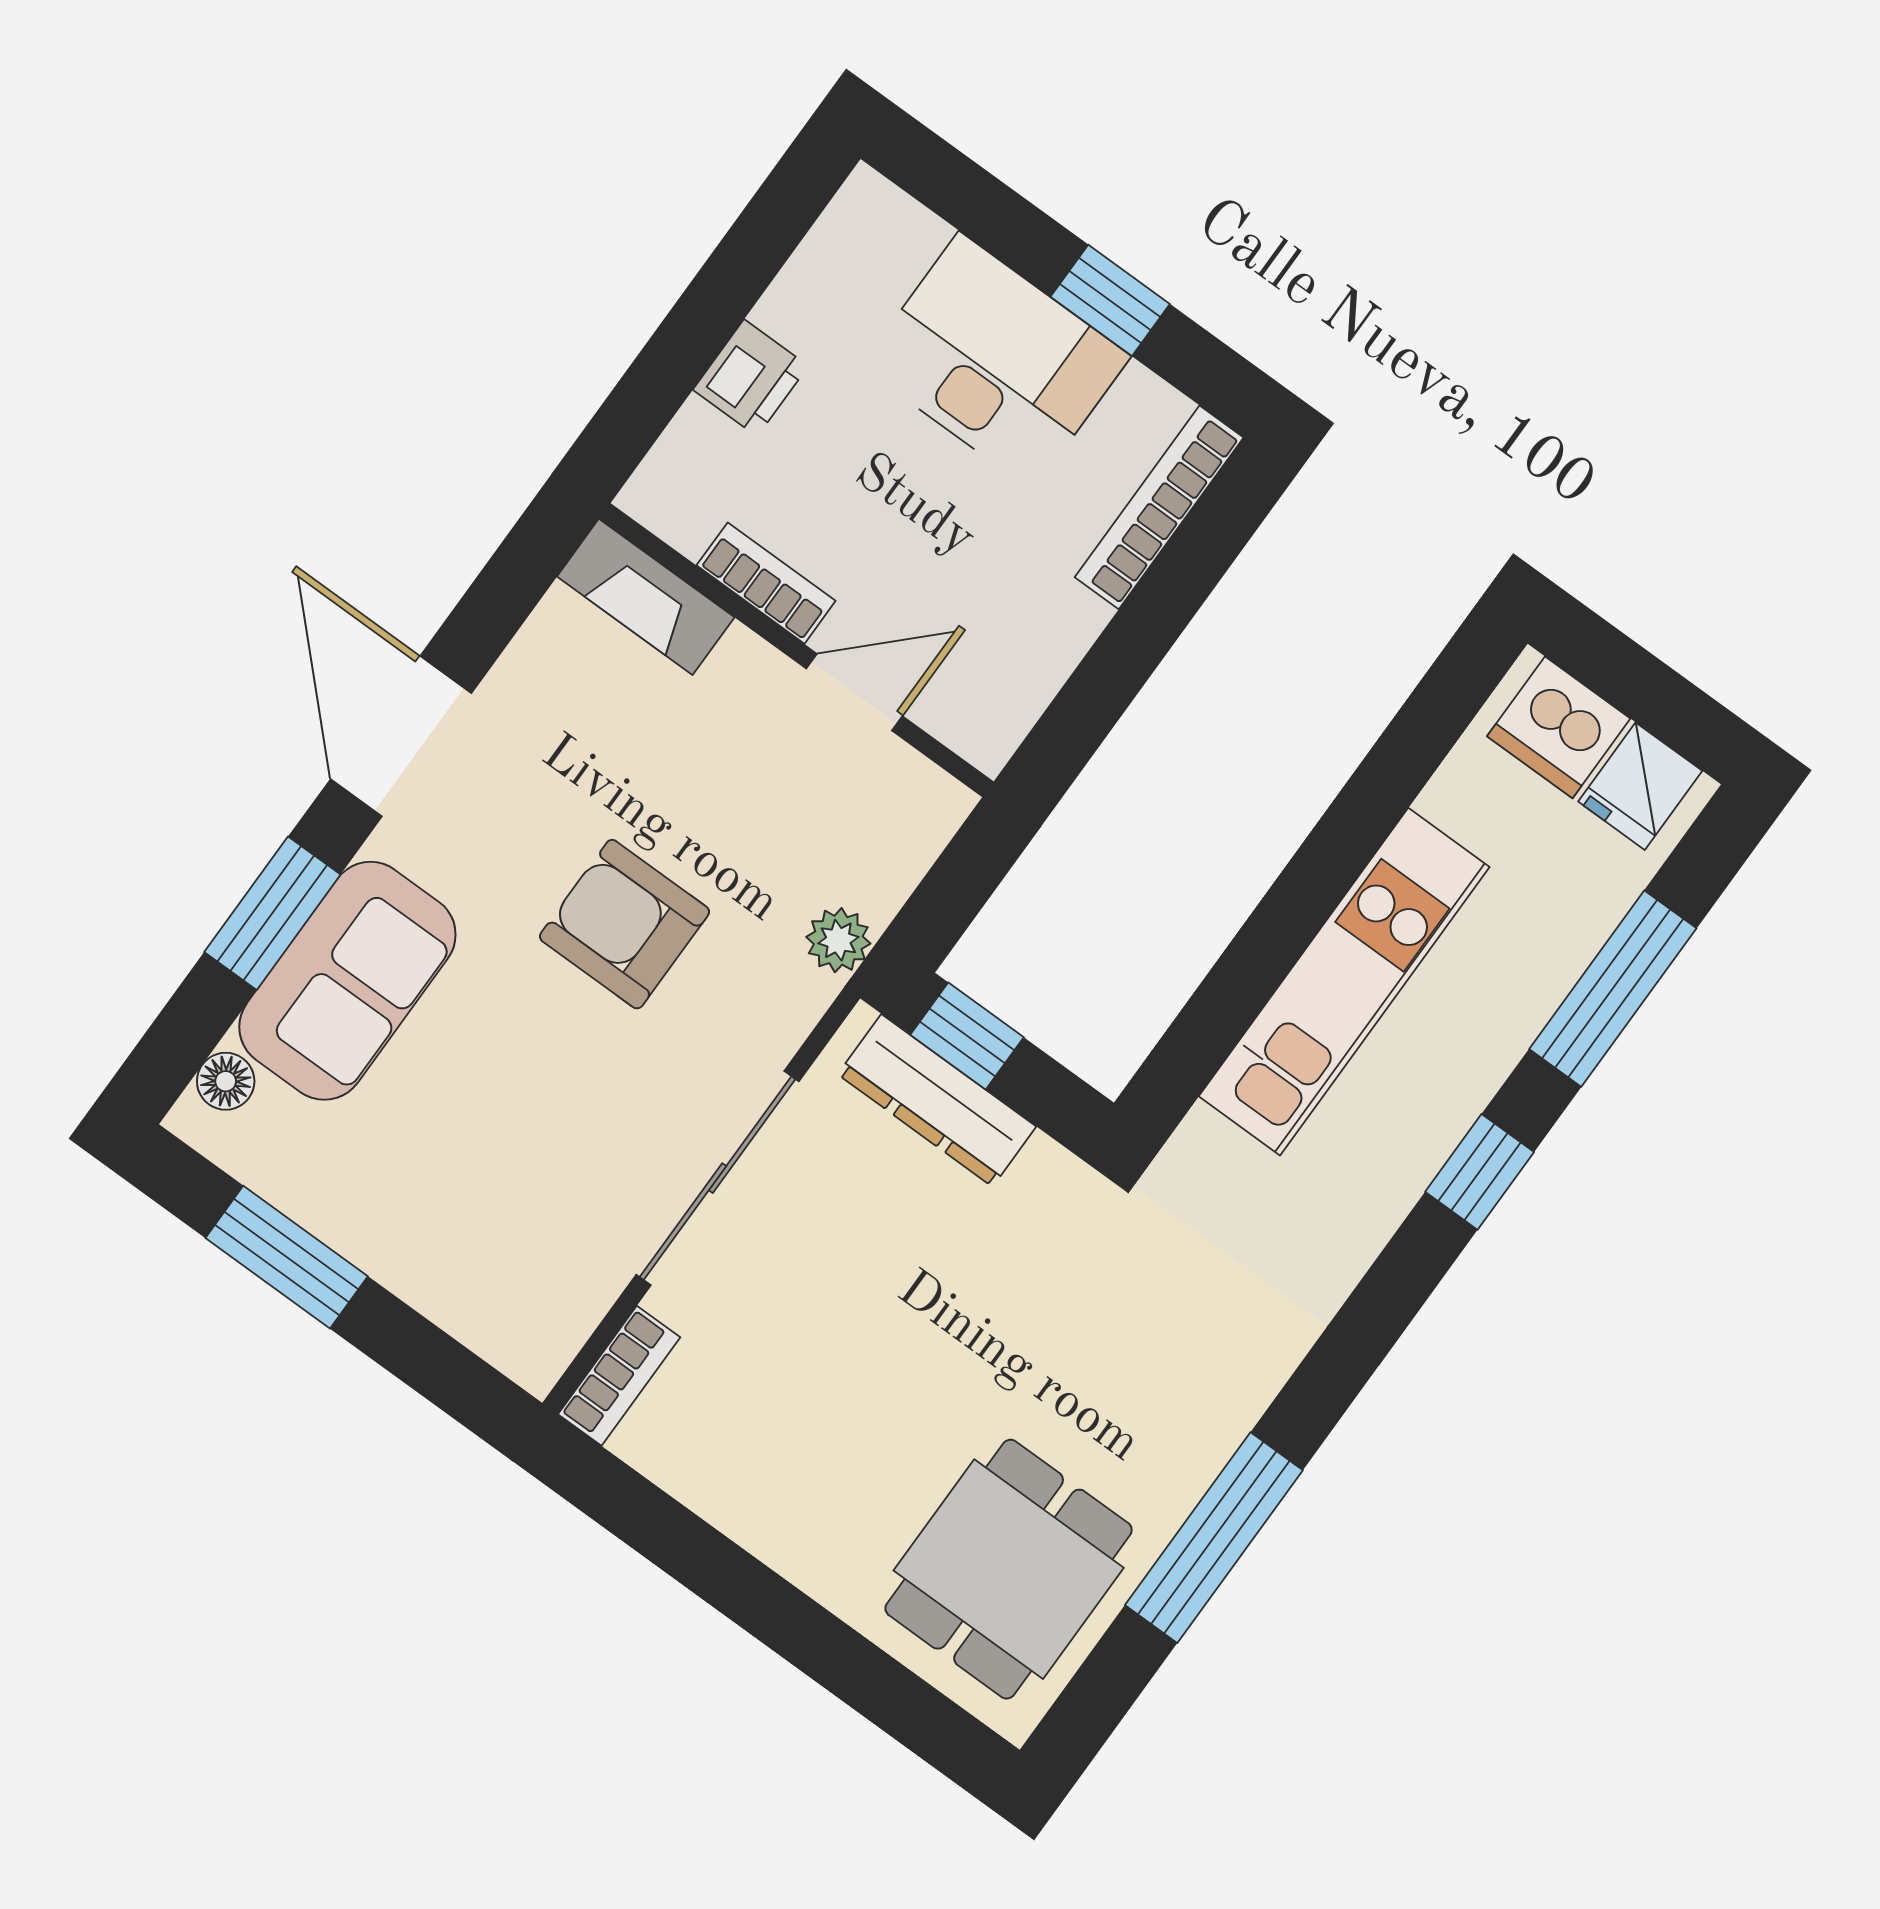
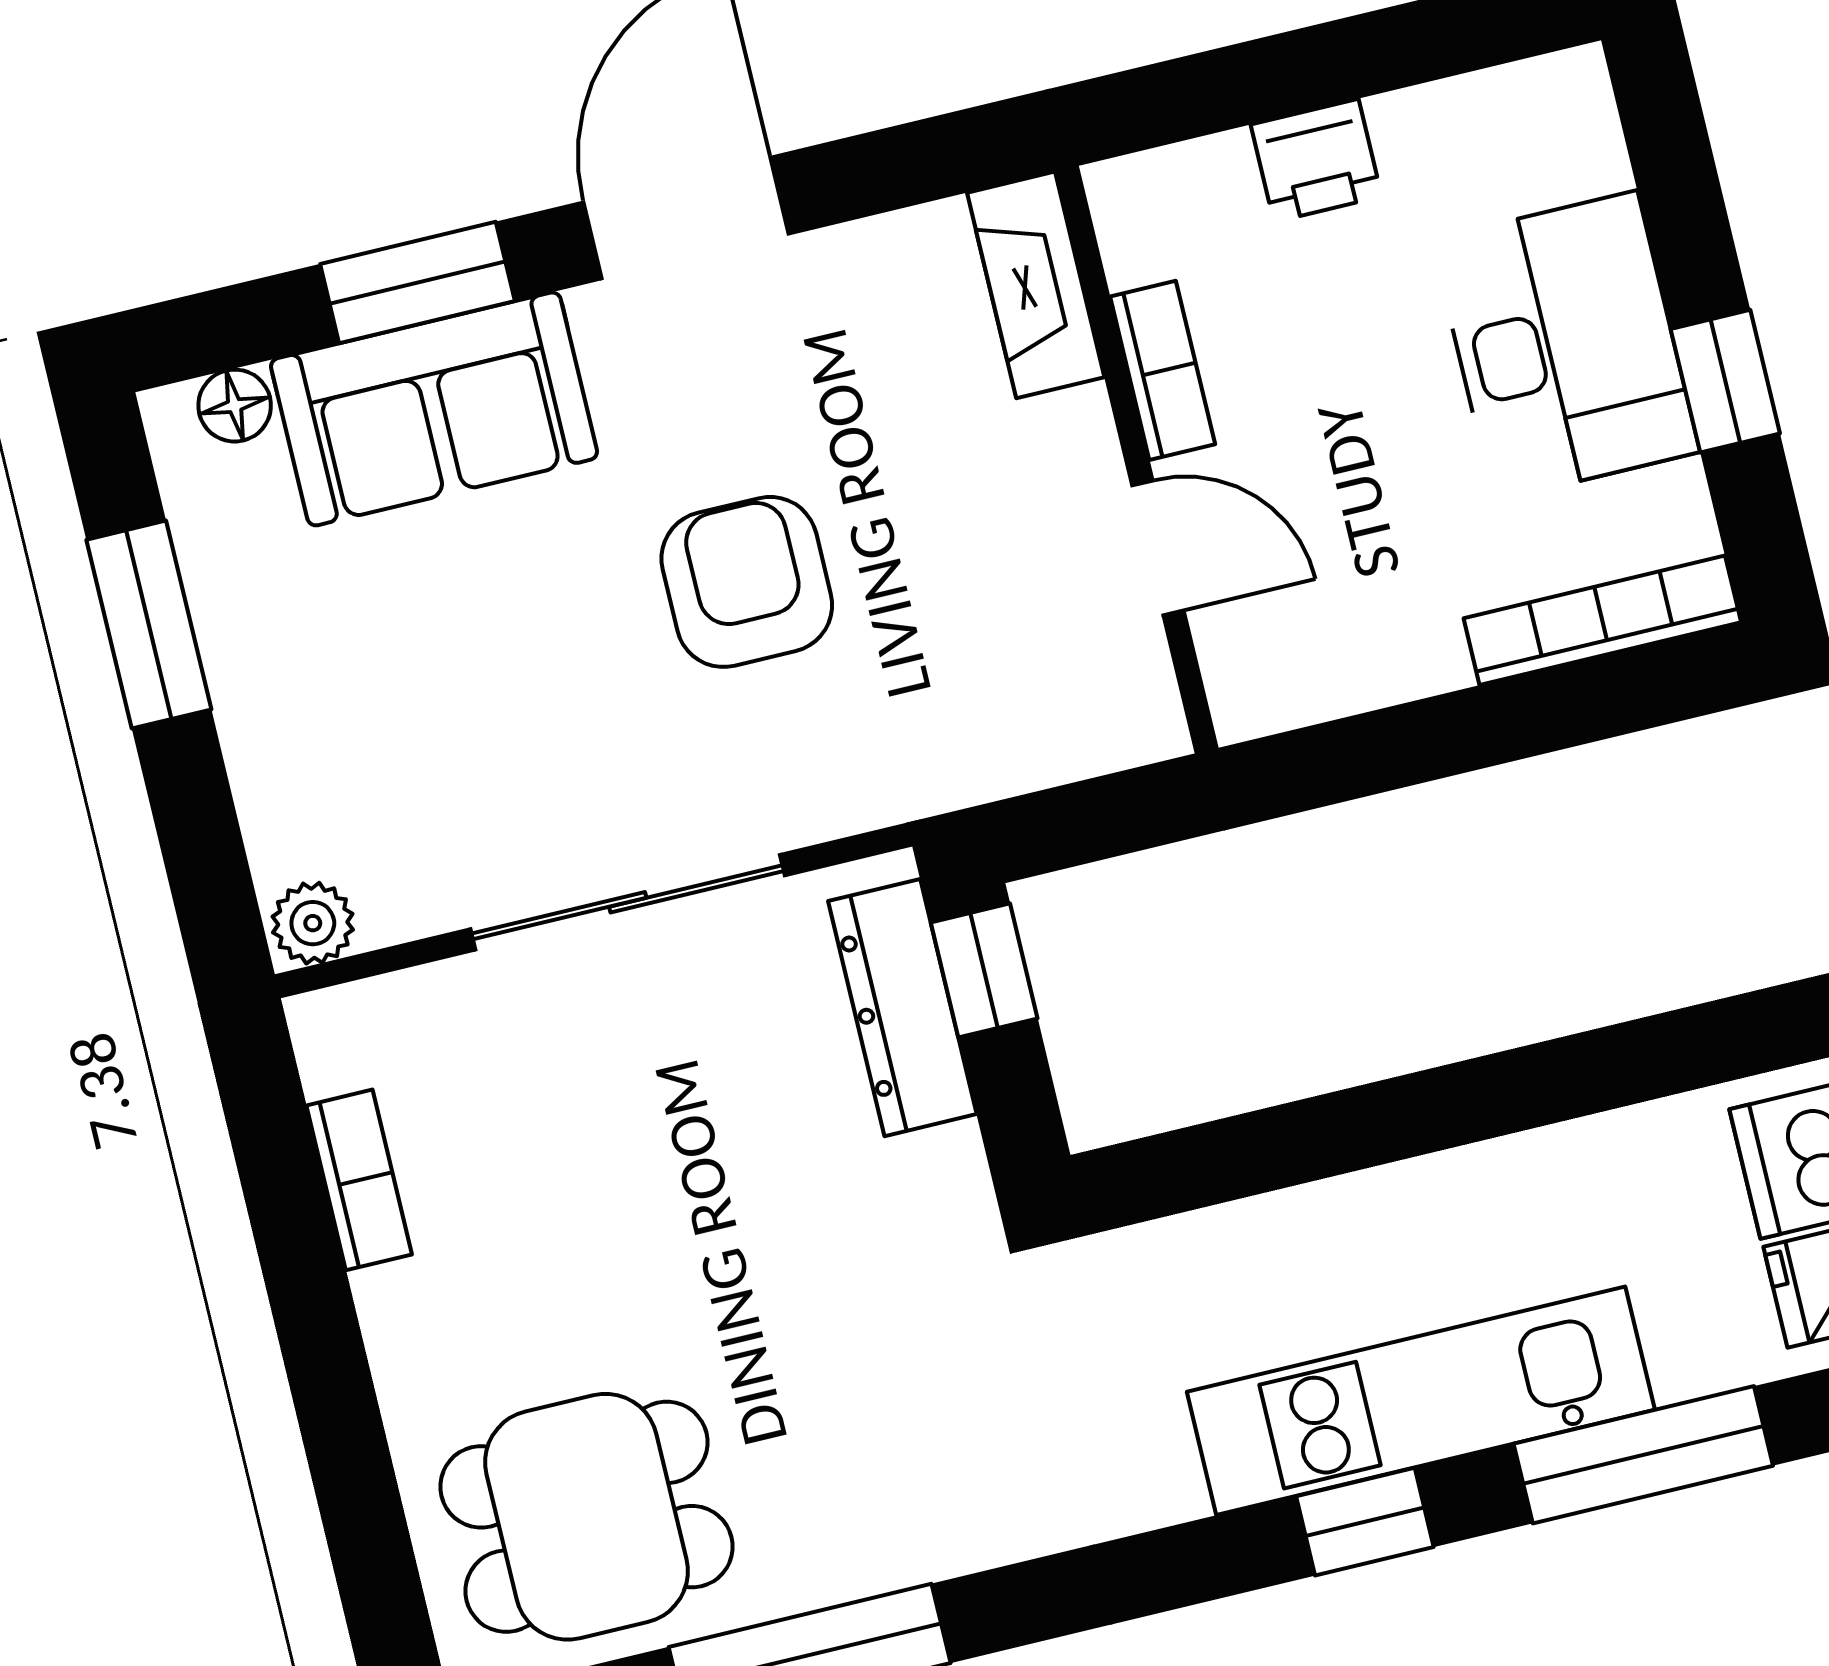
plant: (838, 940) -> (313, 923), moved
kitchen unit: (1344, 982) -> (1421, 1401), moved, turned 180
bookcase: (619, 1376) -> (359, 1180), moved, turned -90

